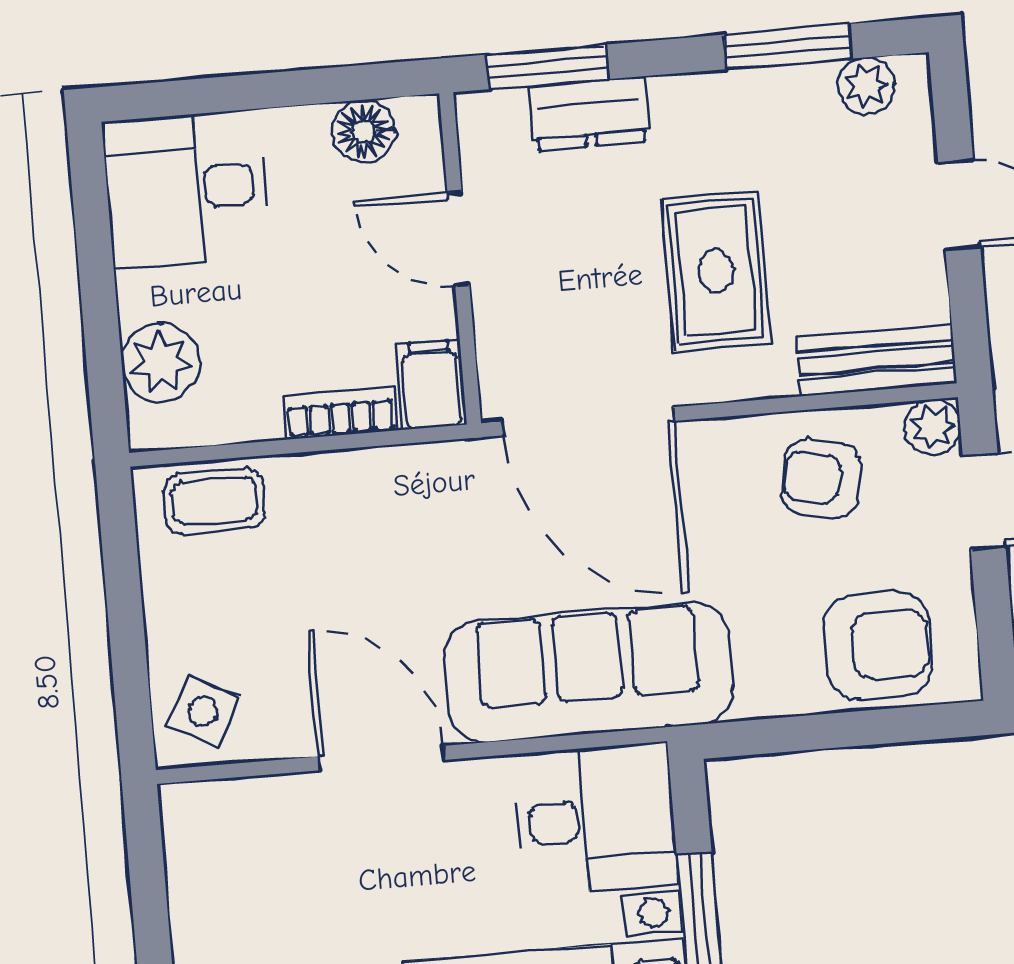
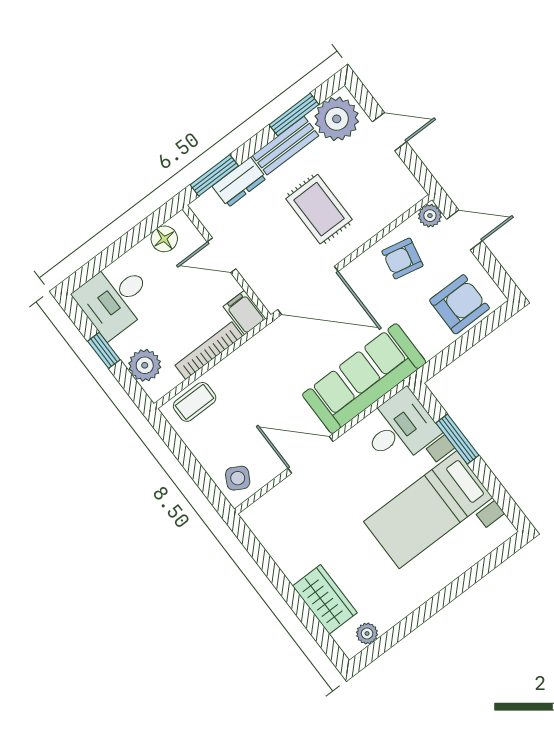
plant: (866, 86) -> (337, 119), width x1.87, depth x1.87
window: (97, 279) -> (104, 350), added
bench: (876, 360) -> (286, 146), moved
bookcase: (340, 413) -> (209, 351), width x1.56

